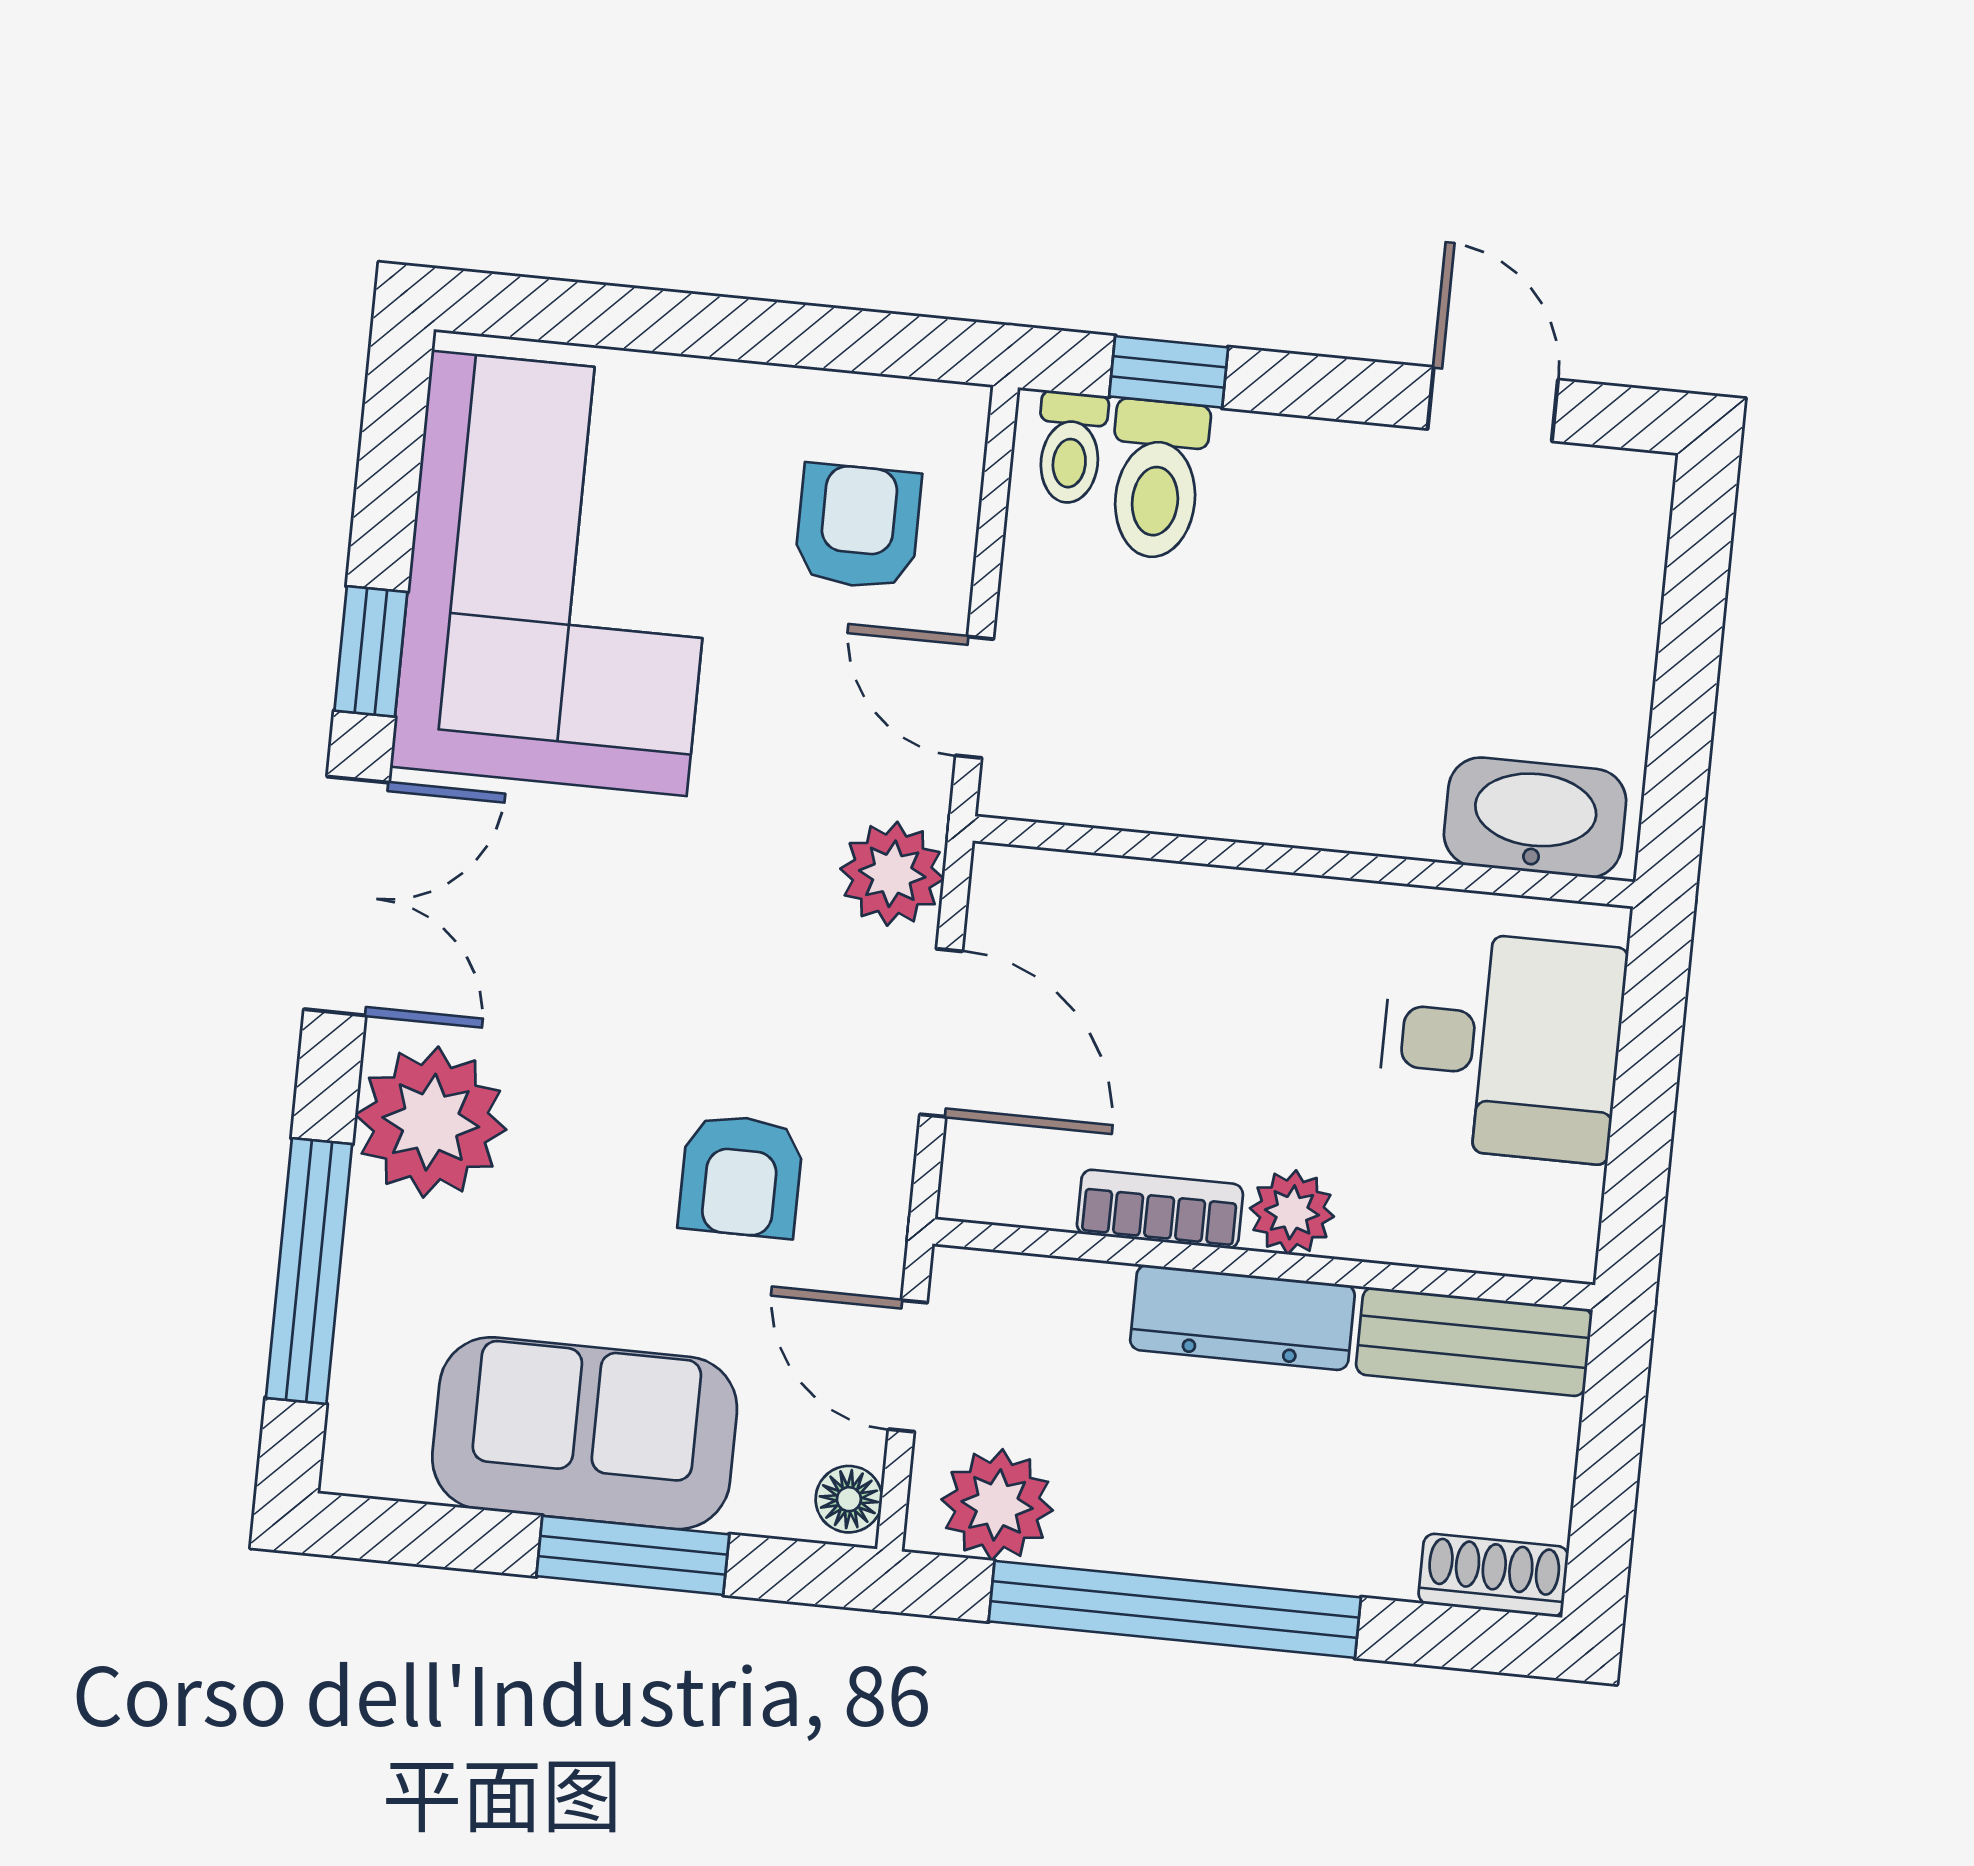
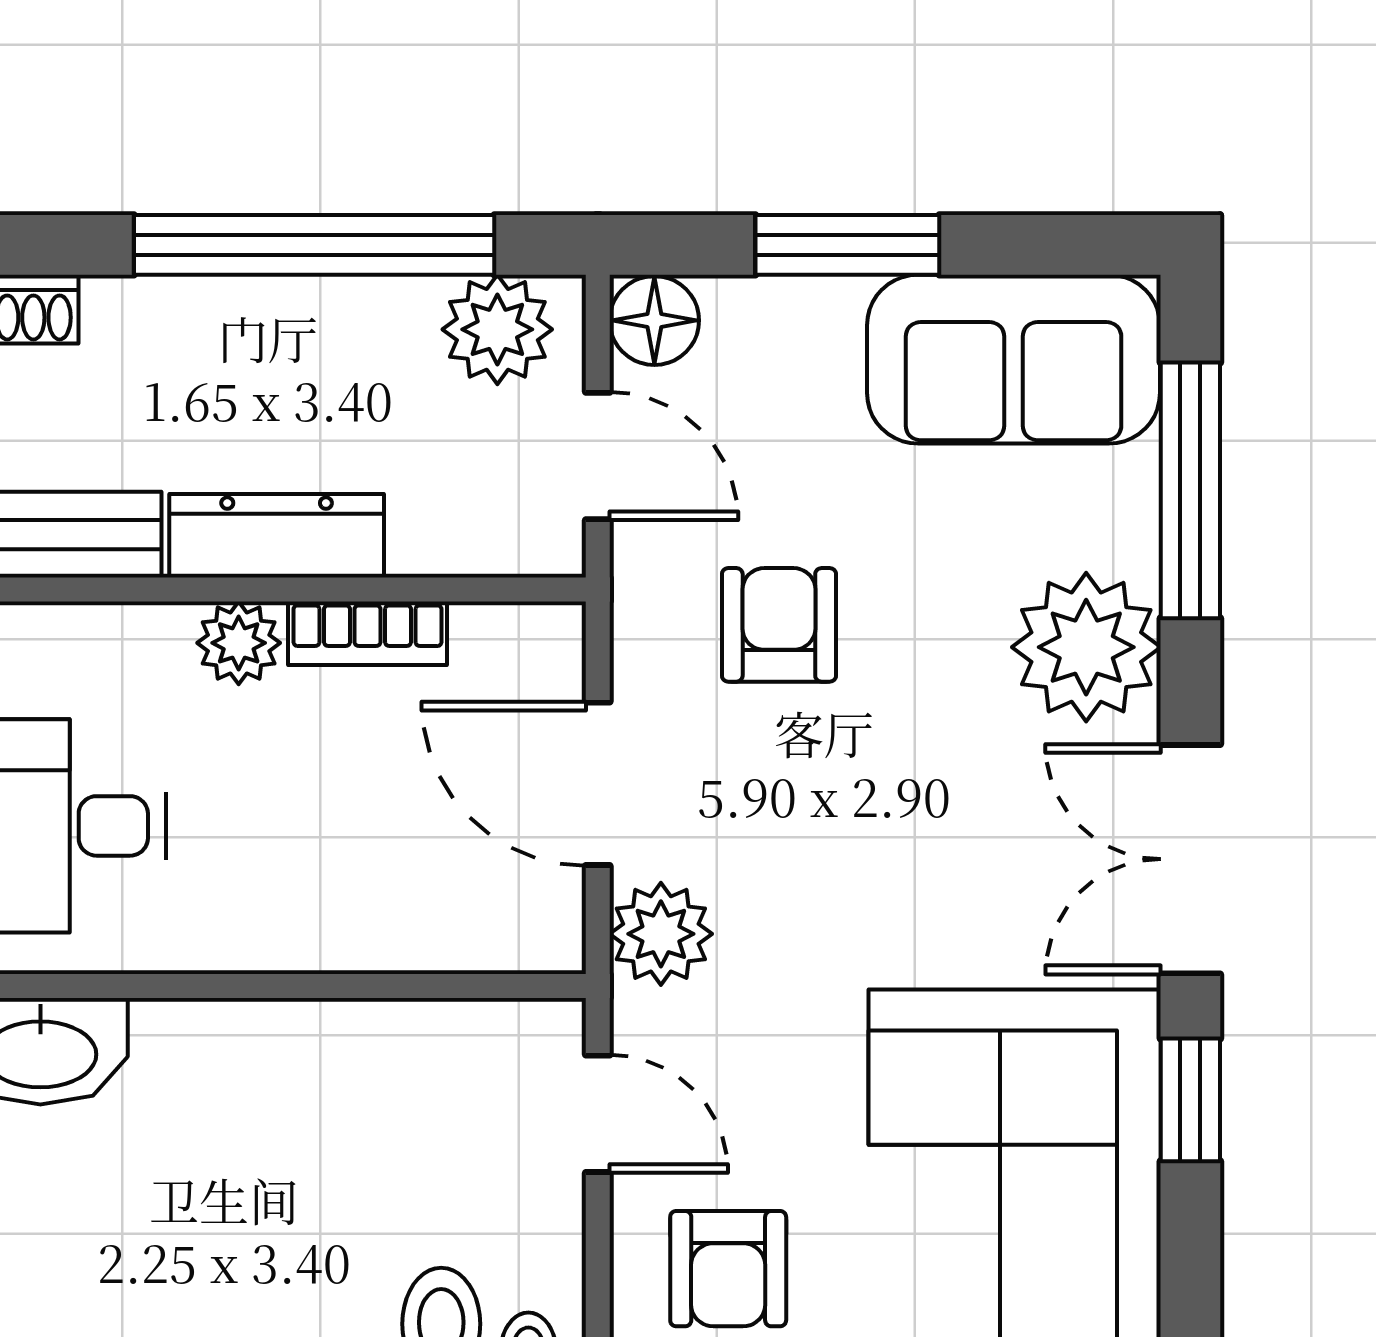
sofa: (585, 1433) -> (1014, 359), moved
floor lamp: (849, 1499) -> (654, 320), width x1.37, depth x1.37

